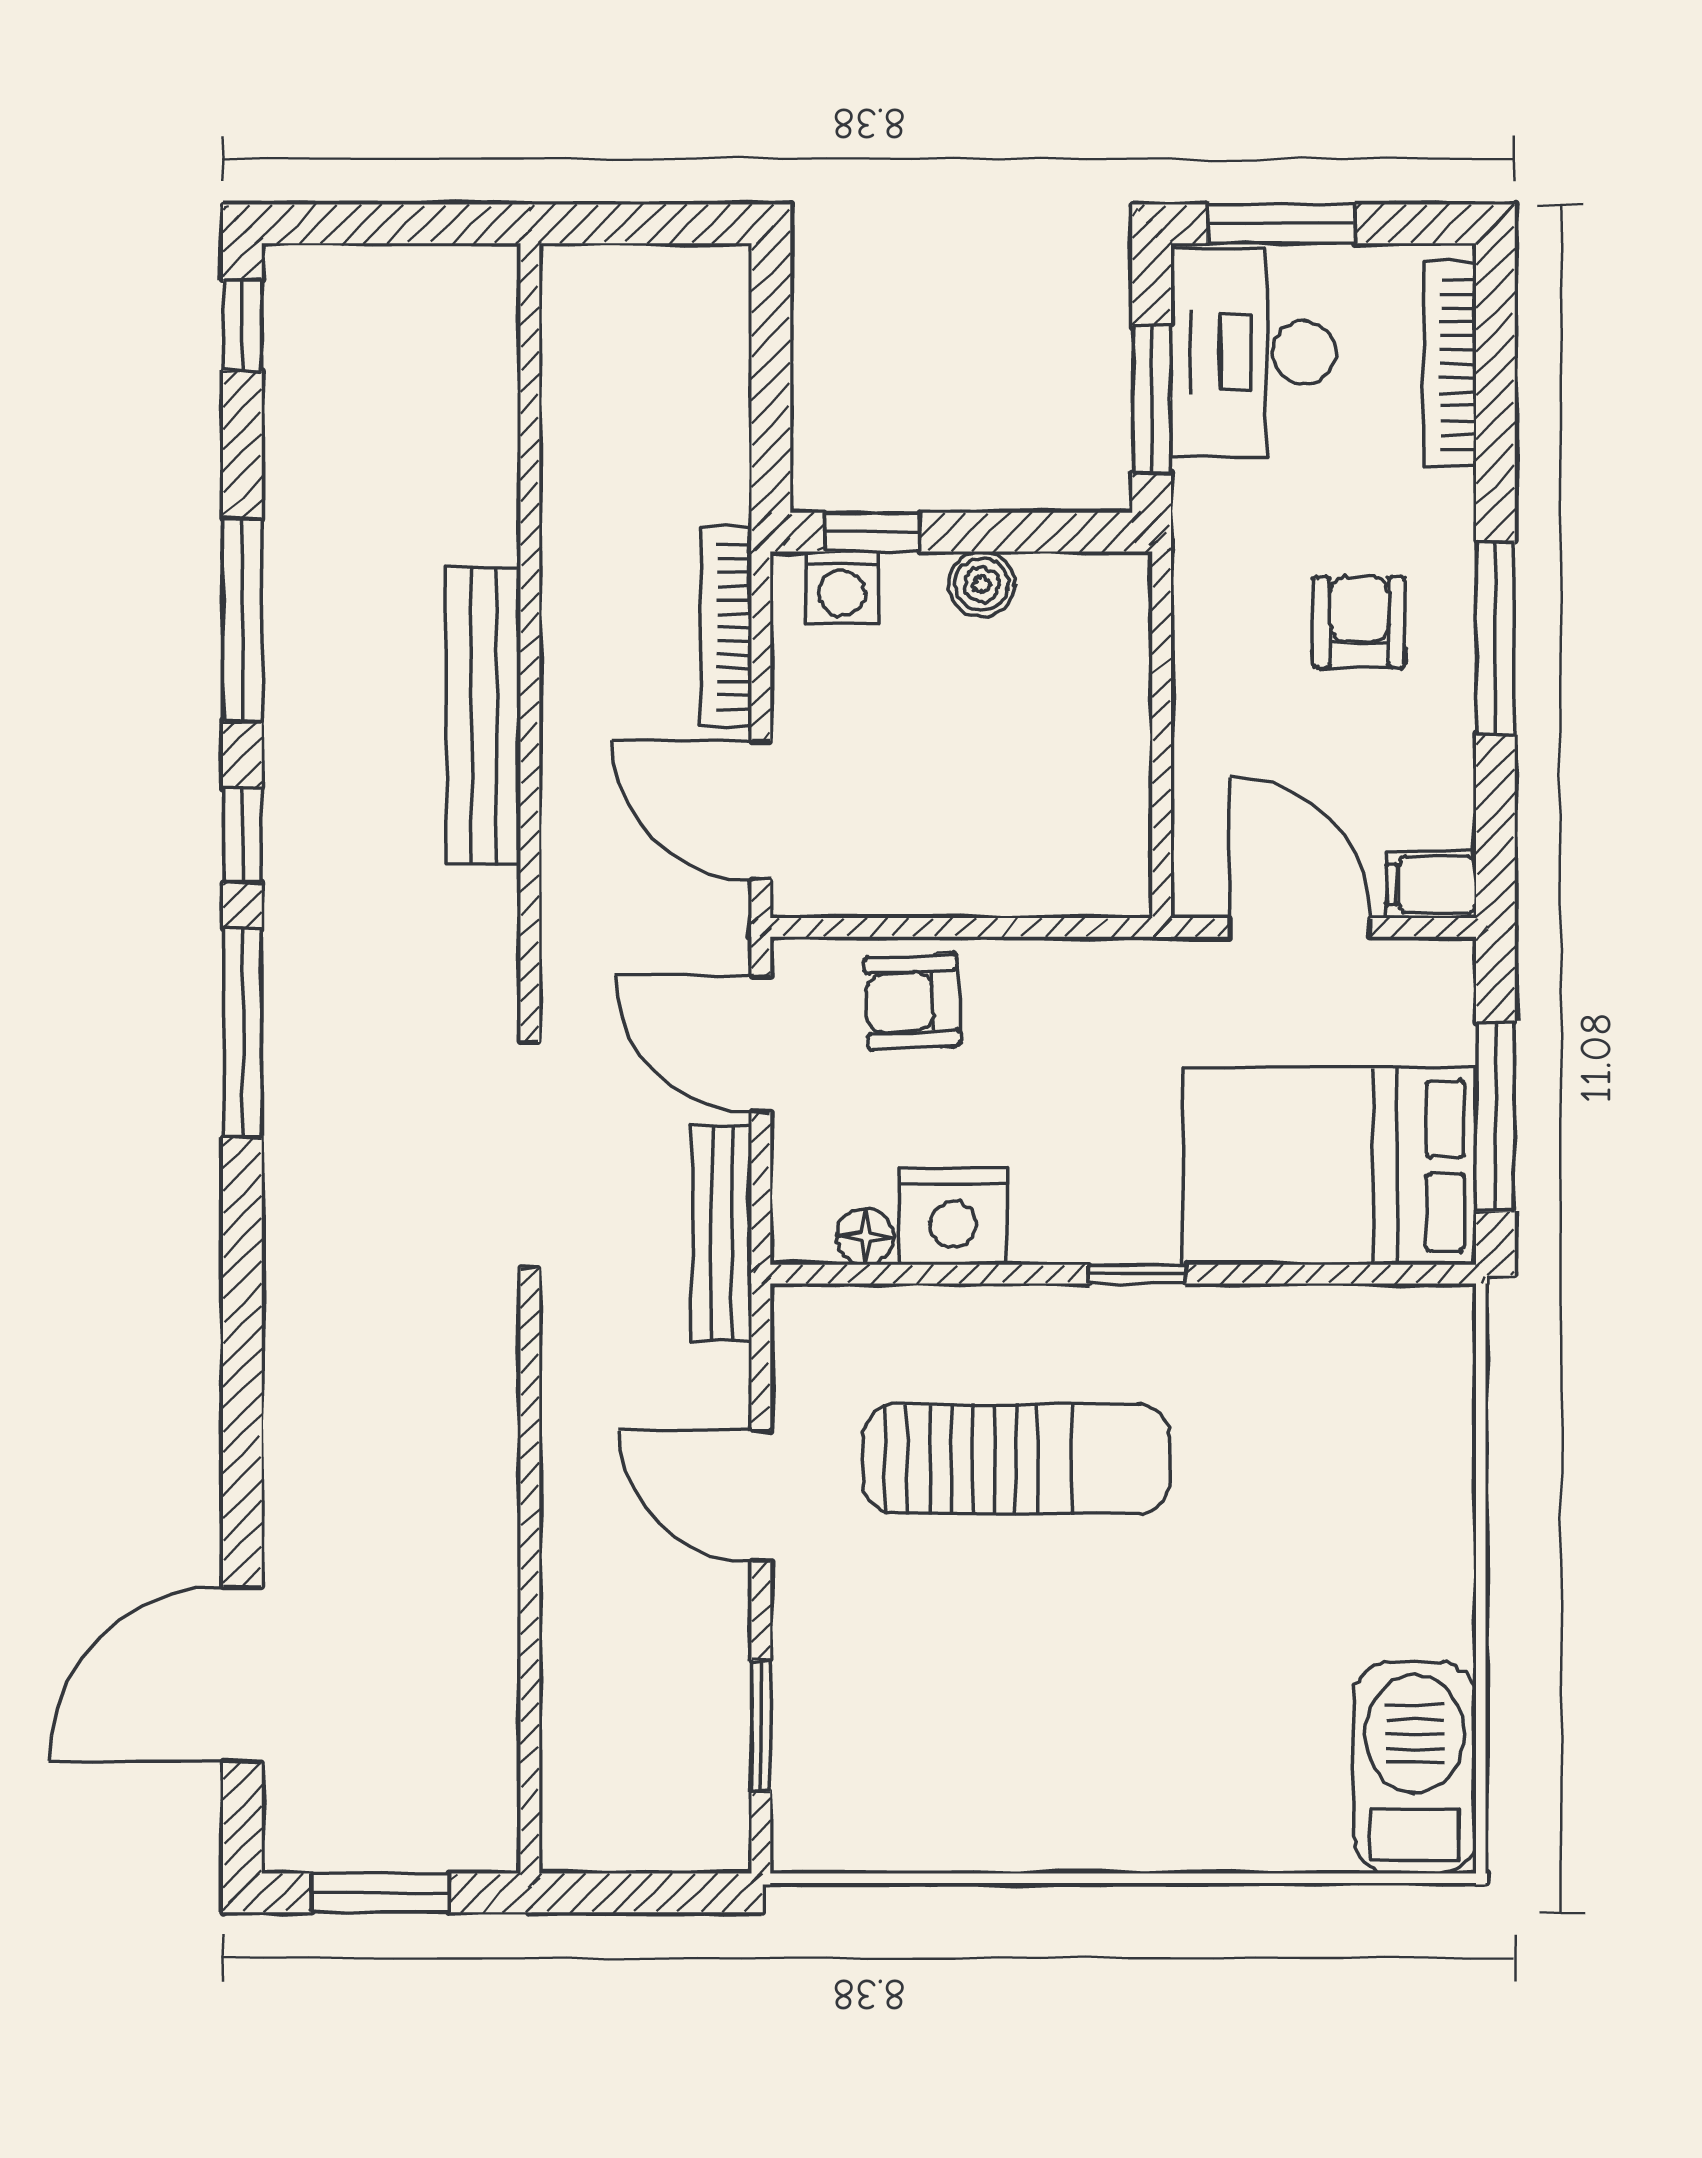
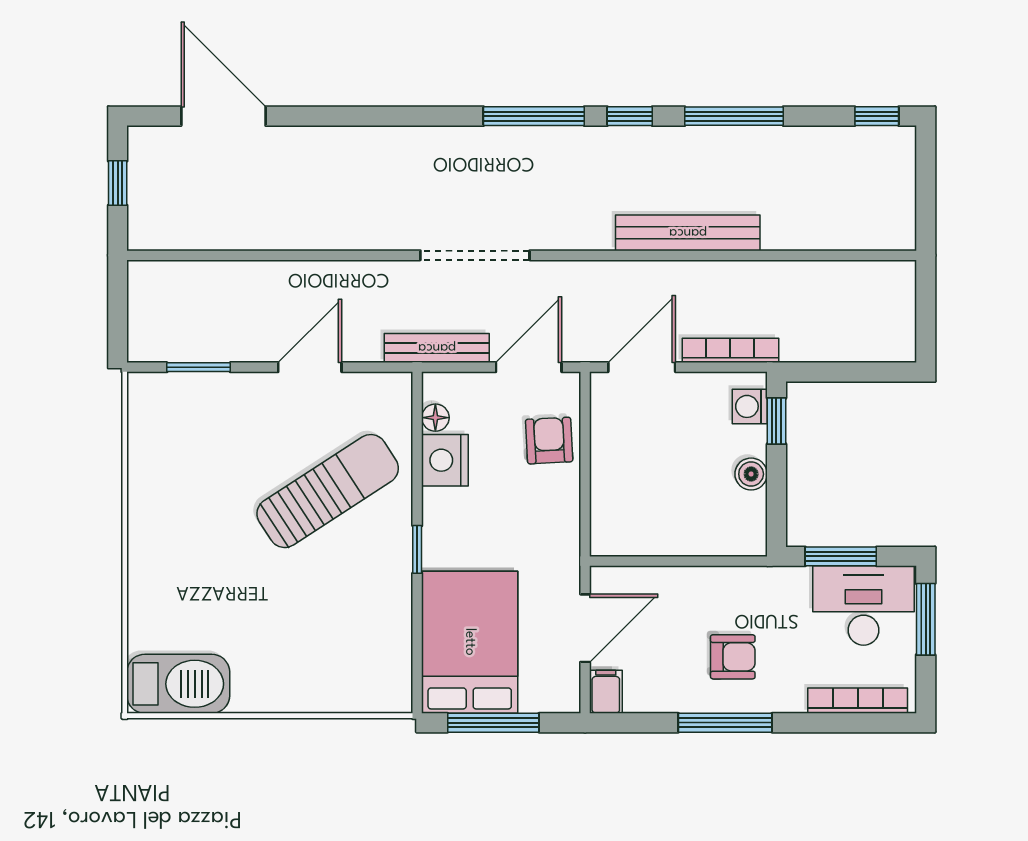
sun lounger: (1017, 1459) -> (328, 491), turned -123
window: (381, 1893) -> (118, 183), width x0.67

